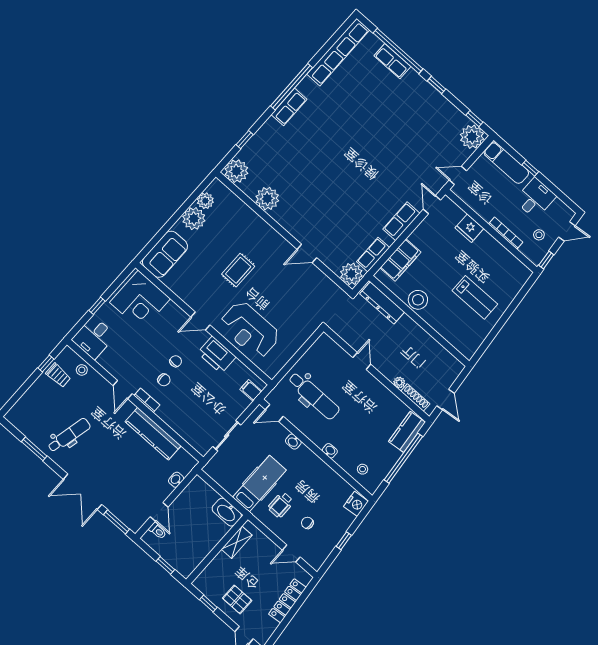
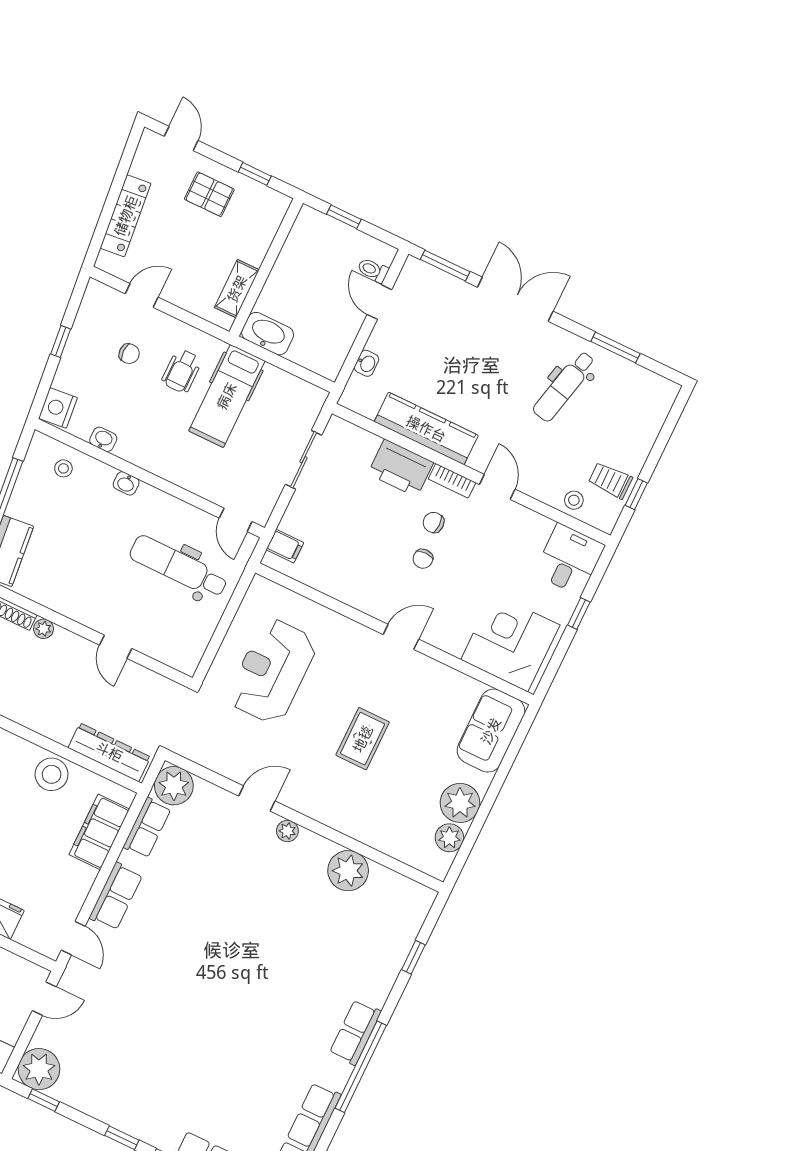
plant: (236, 171) -> (287, 831), moved, width x0.53, depth x0.53
reception desk: (250, 330) -> (272, 671), moved, turned -90
printer: (217, 355) -> (401, 468), moved, turned 180
door: (274, 413) -> (236, 520), swing flipped
washbasin: (293, 442) -> (103, 439), moved
wheelchair: (281, 505) -> (182, 371), turned 180

